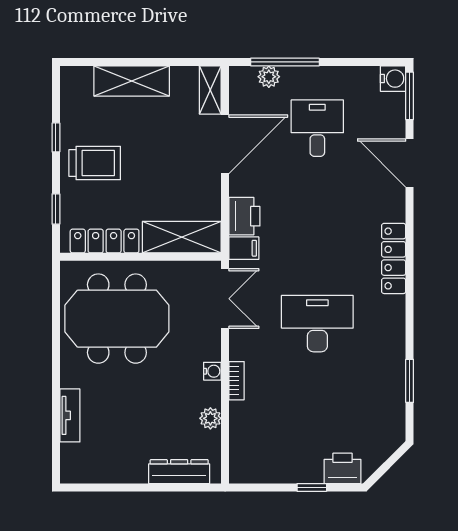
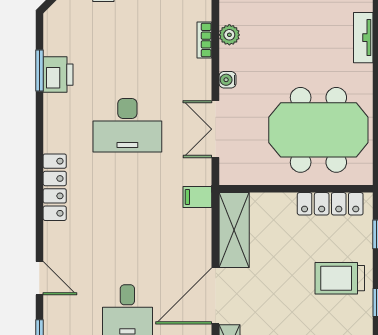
door: (410, 163) -> (39, 278), width x0.73
printer: (244, 216) -> (58, 75), moved, turned 180
shelving: (182, 237) -> (234, 230), moved, turned 90
double door: (225, 299) -> (215, 129), moved
bookcase: (237, 381) -> (204, 40), moved

